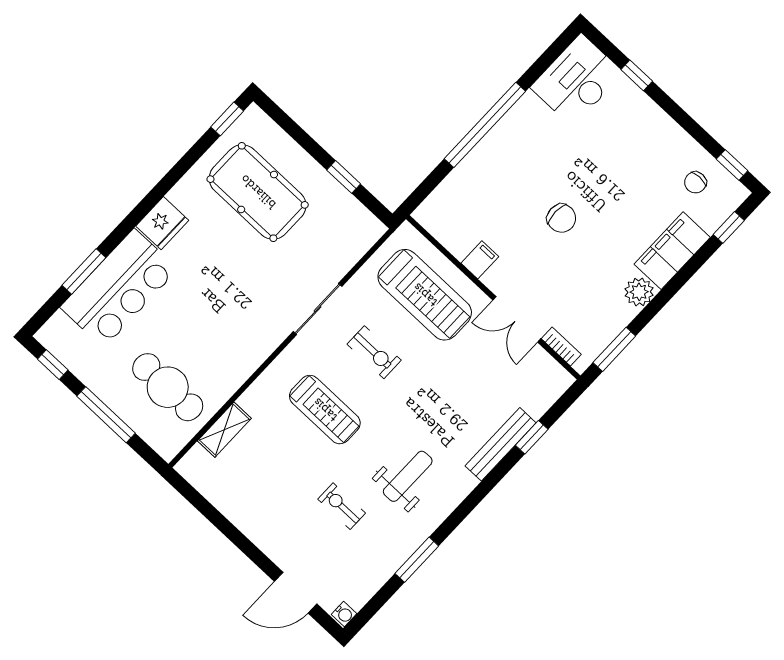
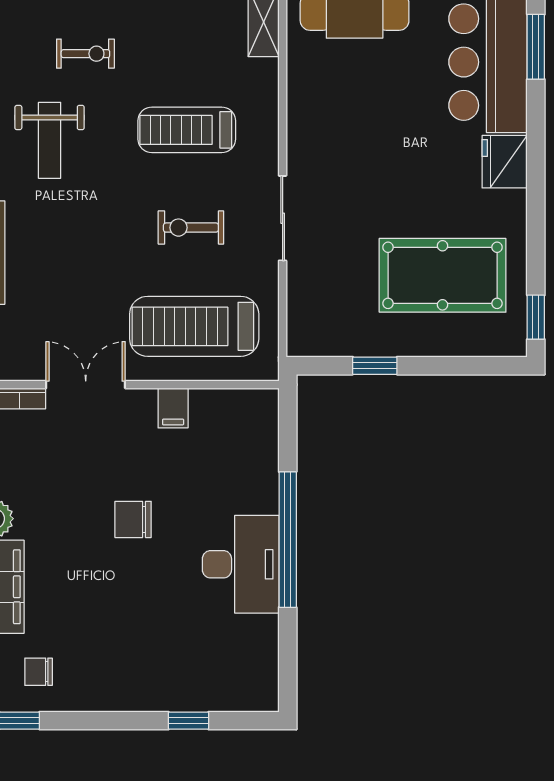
desk: (577, 80) -> (241, 564), moved
chair: (695, 182) -> (39, 672), turned -90

